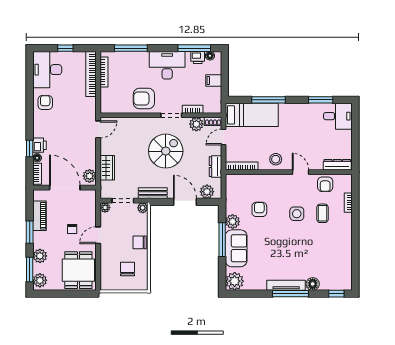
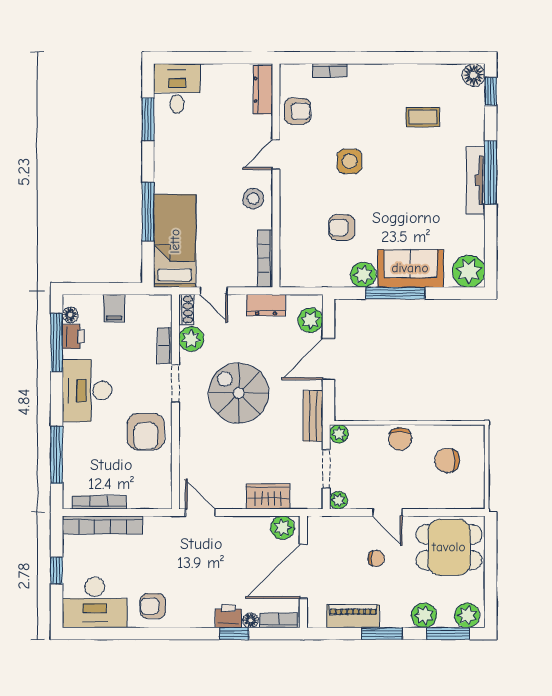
coffee table: (323, 213) -> (423, 117), moved
floor lamp: (313, 284) -> (474, 75), moved

